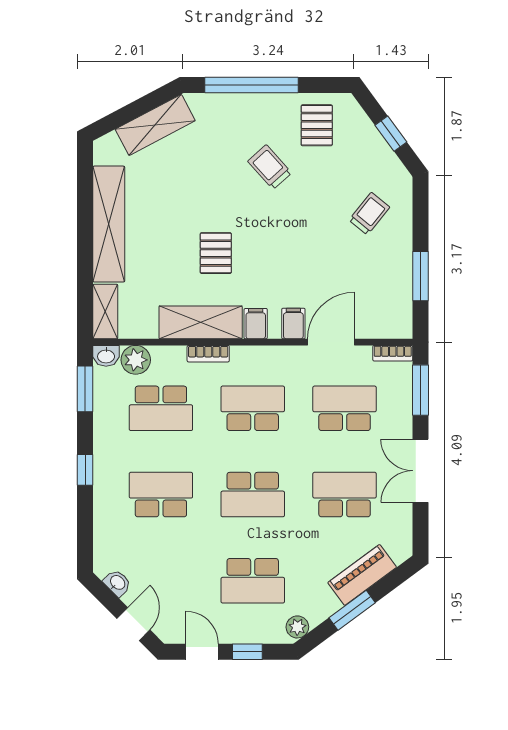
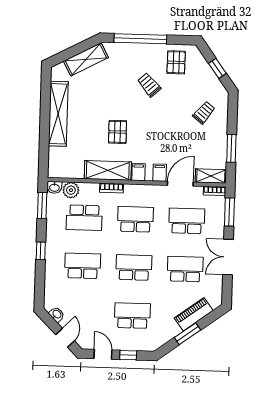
shelving: (105, 312) -> (211, 176), moved, turned 90
school desk: (253, 495) -> (134, 267), turned 180
school desk: (253, 581) -> (132, 316), turned 180
plant: (297, 627) -> (157, 342), removed

